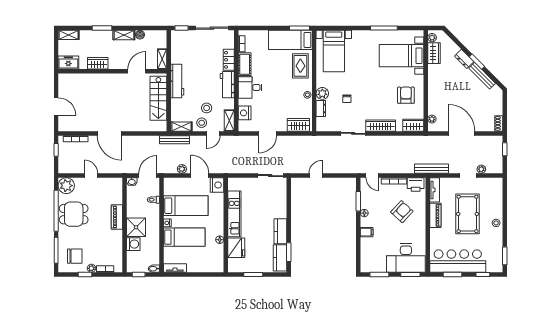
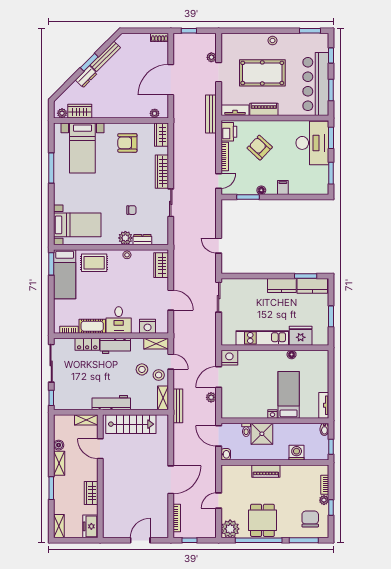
bed: (186, 206) -> (253, 393), removed
shower: (136, 227) -> (262, 434), moved

